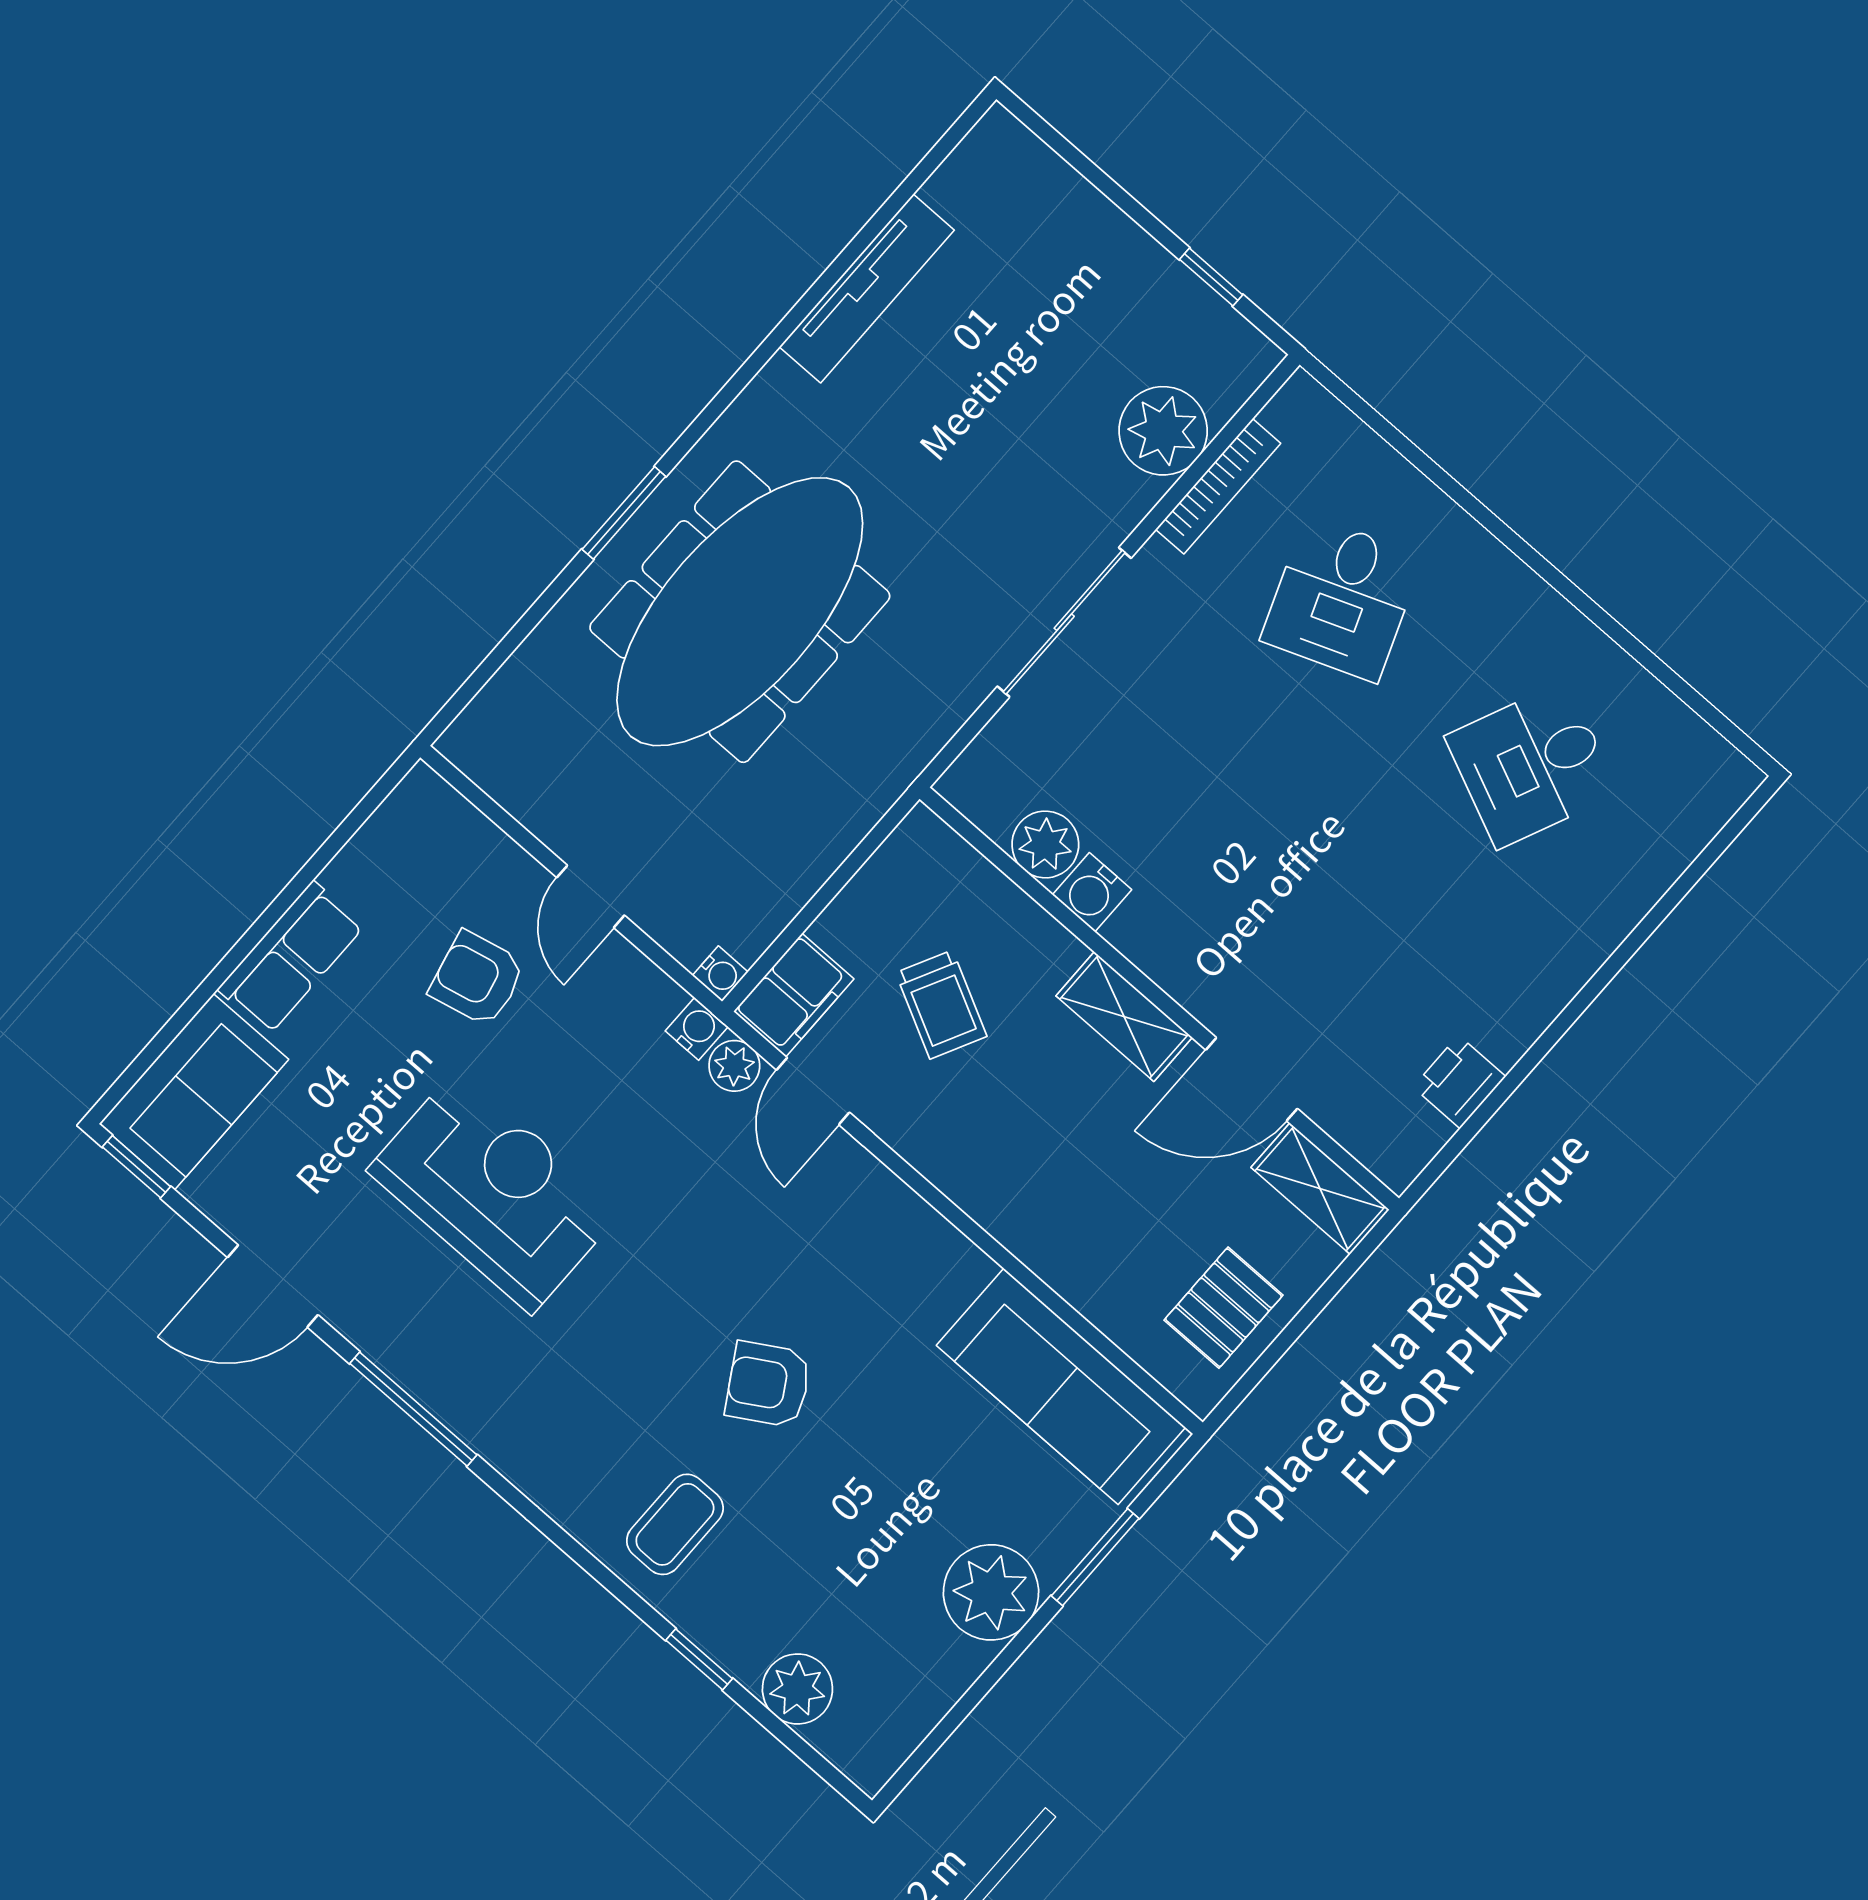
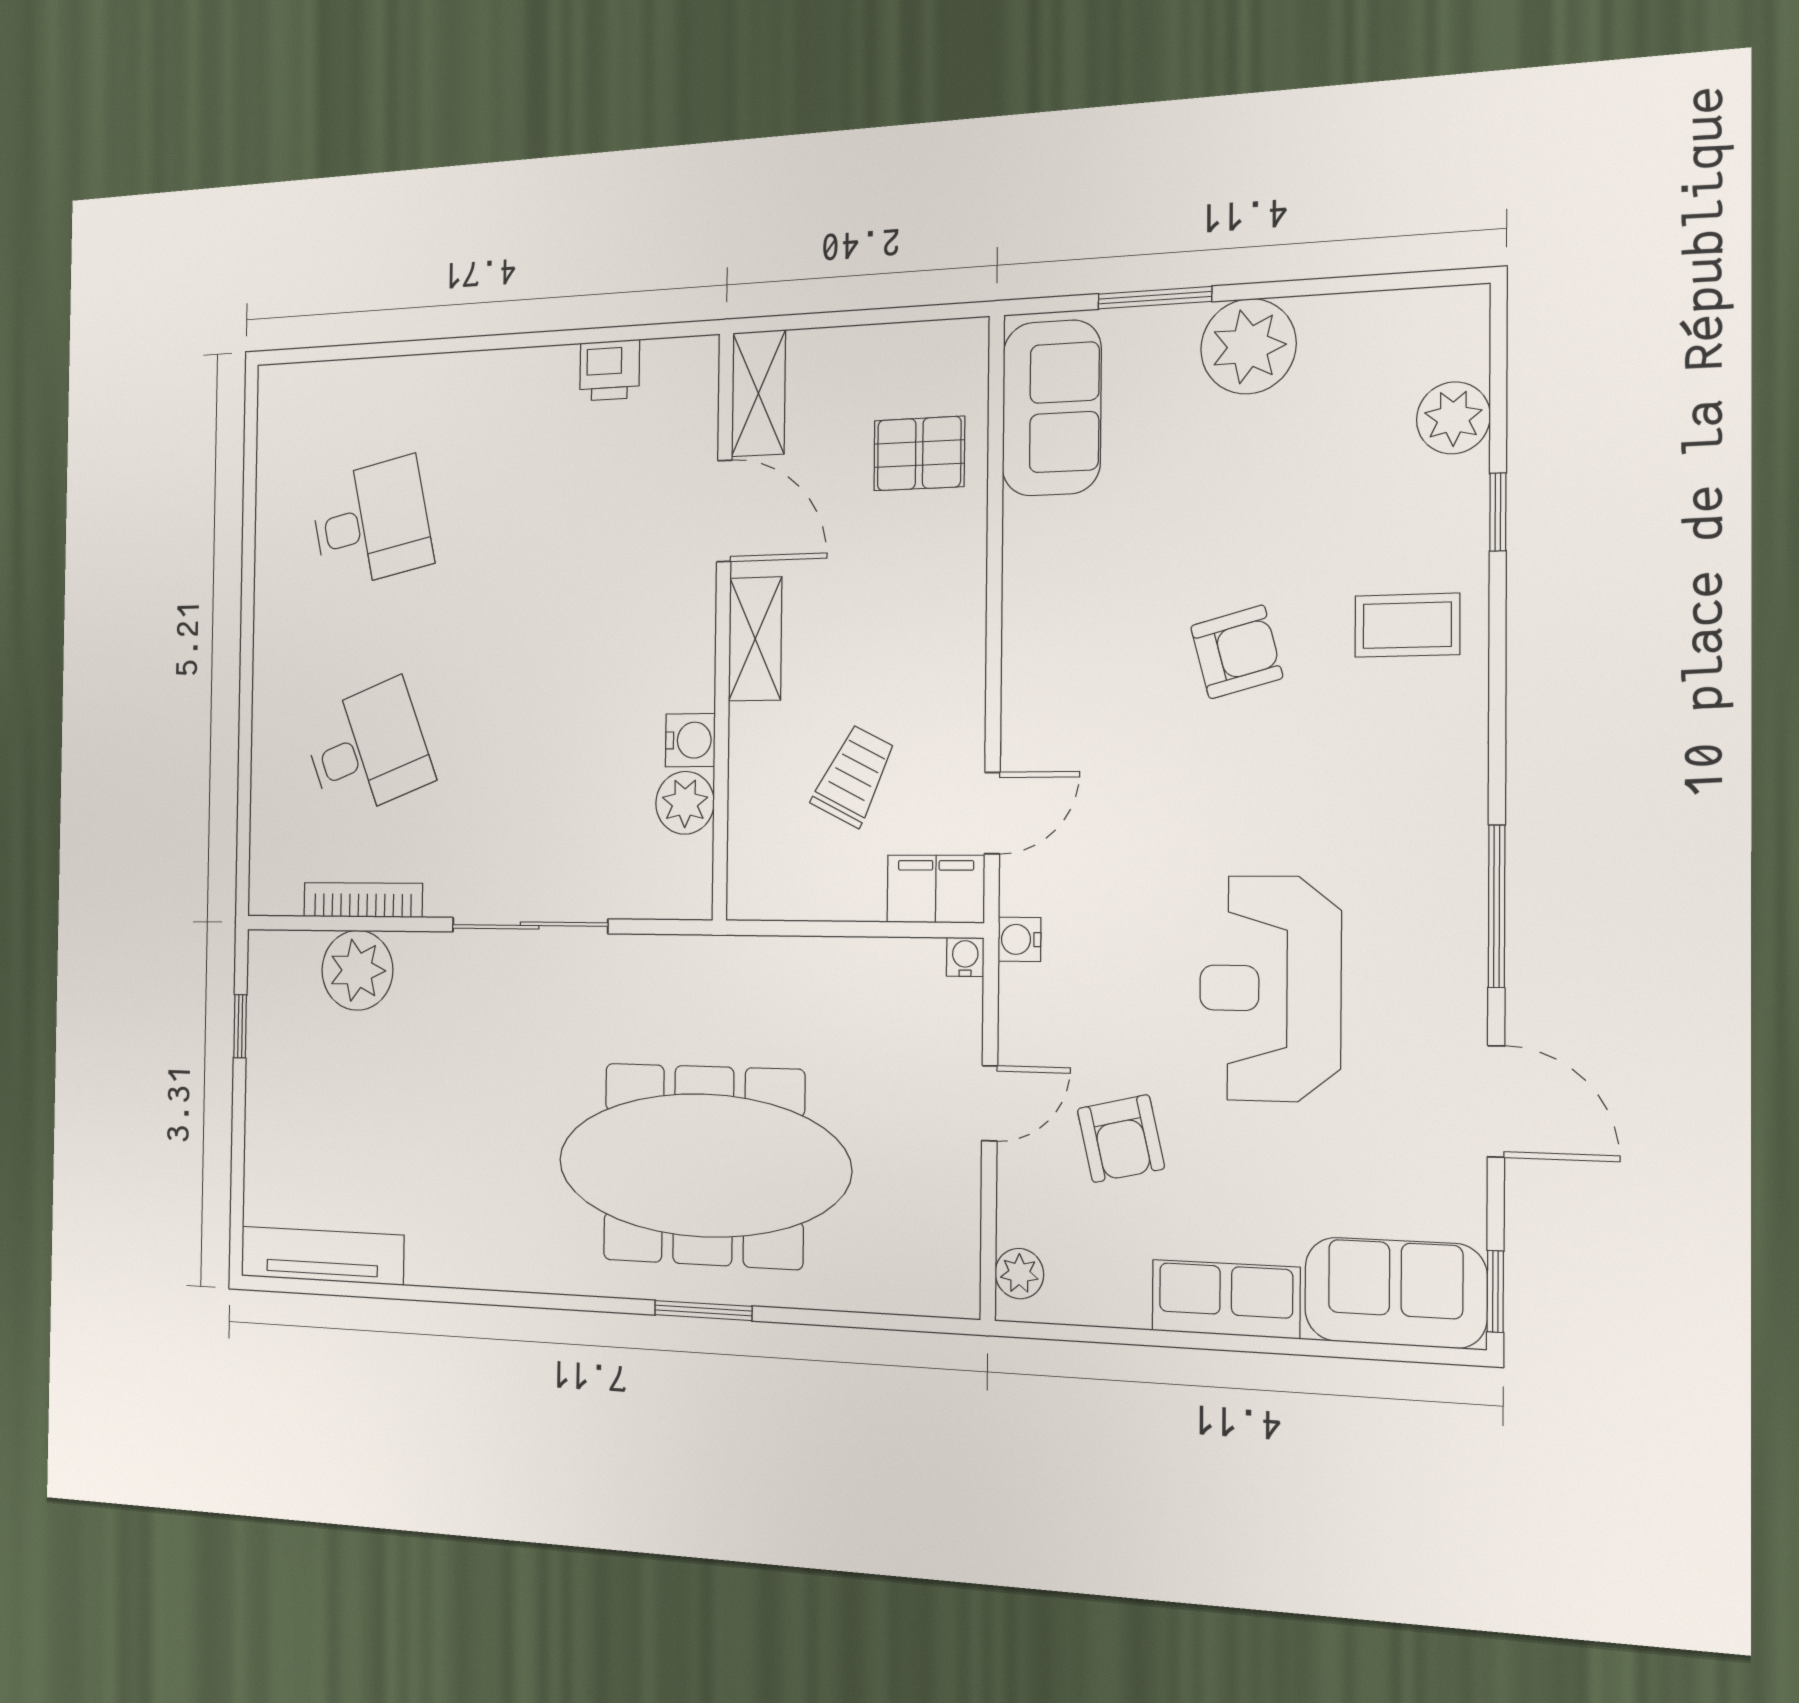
tv unit: (867, 289) -> (322, 1256), moved
desk: (1532, 765) -> (371, 523), turned -36
plant: (734, 1066) -> (1019, 1274), moved
pallet: (1223, 1308) -> (919, 454), moved
armchair: (768, 1384) -> (1237, 652), turned -74
sofa: (1061, 1386) -> (1052, 408), width x0.73

